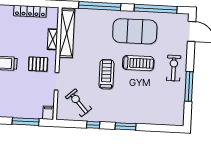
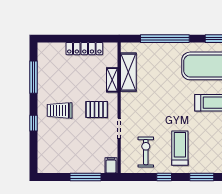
shelving: (67, 33) -> (128, 72), width x0.68
treadmill: (106, 74) -> (180, 148), moved
exercise bike: (78, 103) -> (146, 152), turned 42

